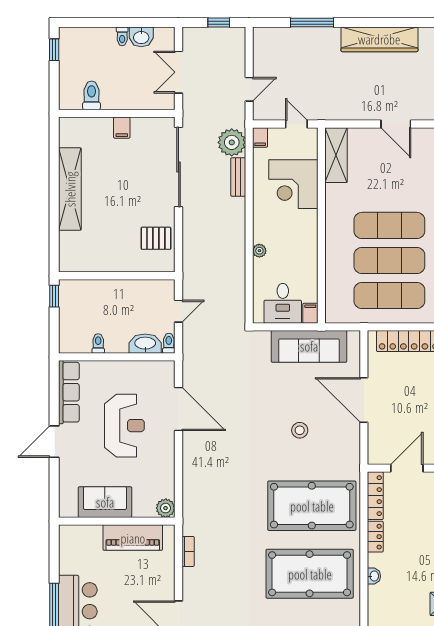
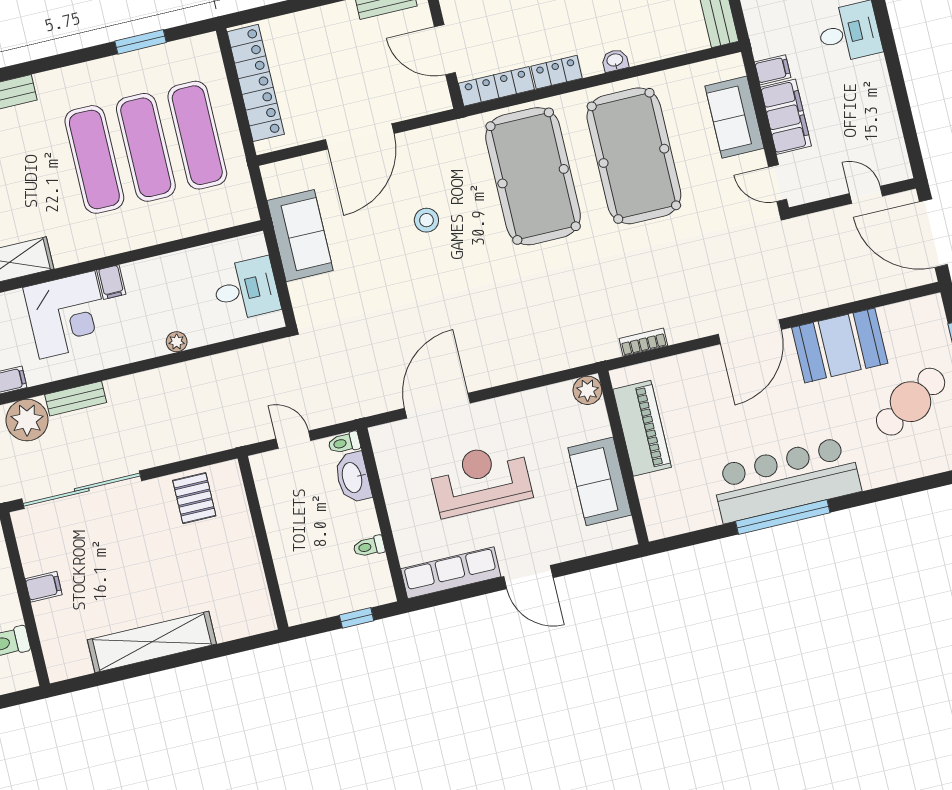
window: (54, 296) -> (357, 618), moved
filing cabinet: (310, 313) -> (111, 282), moved, turned -90
sofa: (309, 346) -> (300, 236), width x0.73

